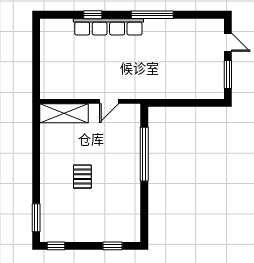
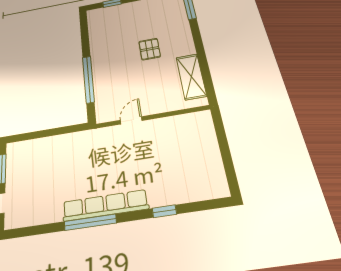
row of seats: (108, 27) -> (105, 205), moved
shelving: (64, 113) -> (191, 77), moved, turned 90

